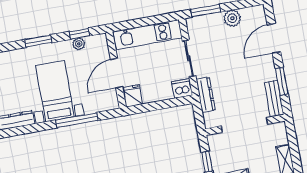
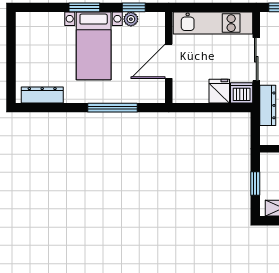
bed with nightstands: (55, 91) -> (94, 46), moved, turned 180
fridge: (133, 96) -> (219, 91), moved

